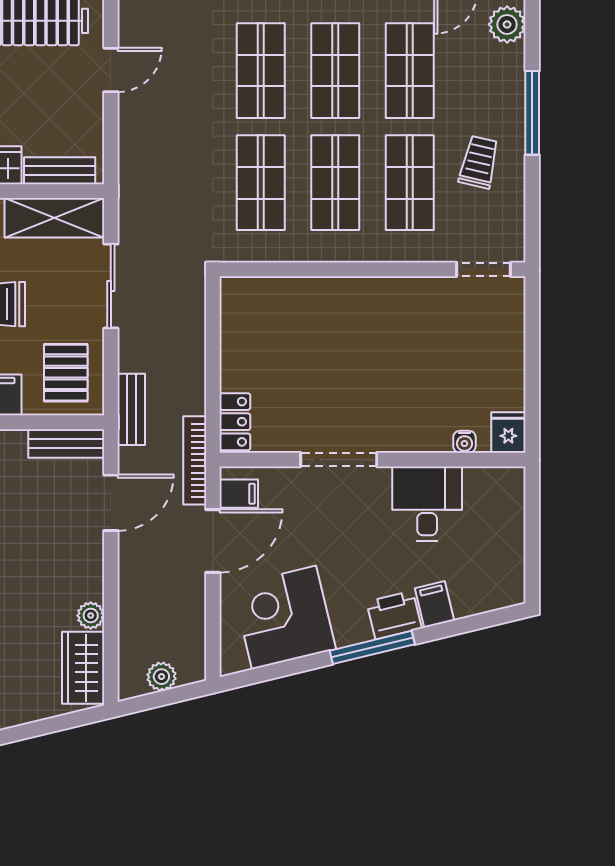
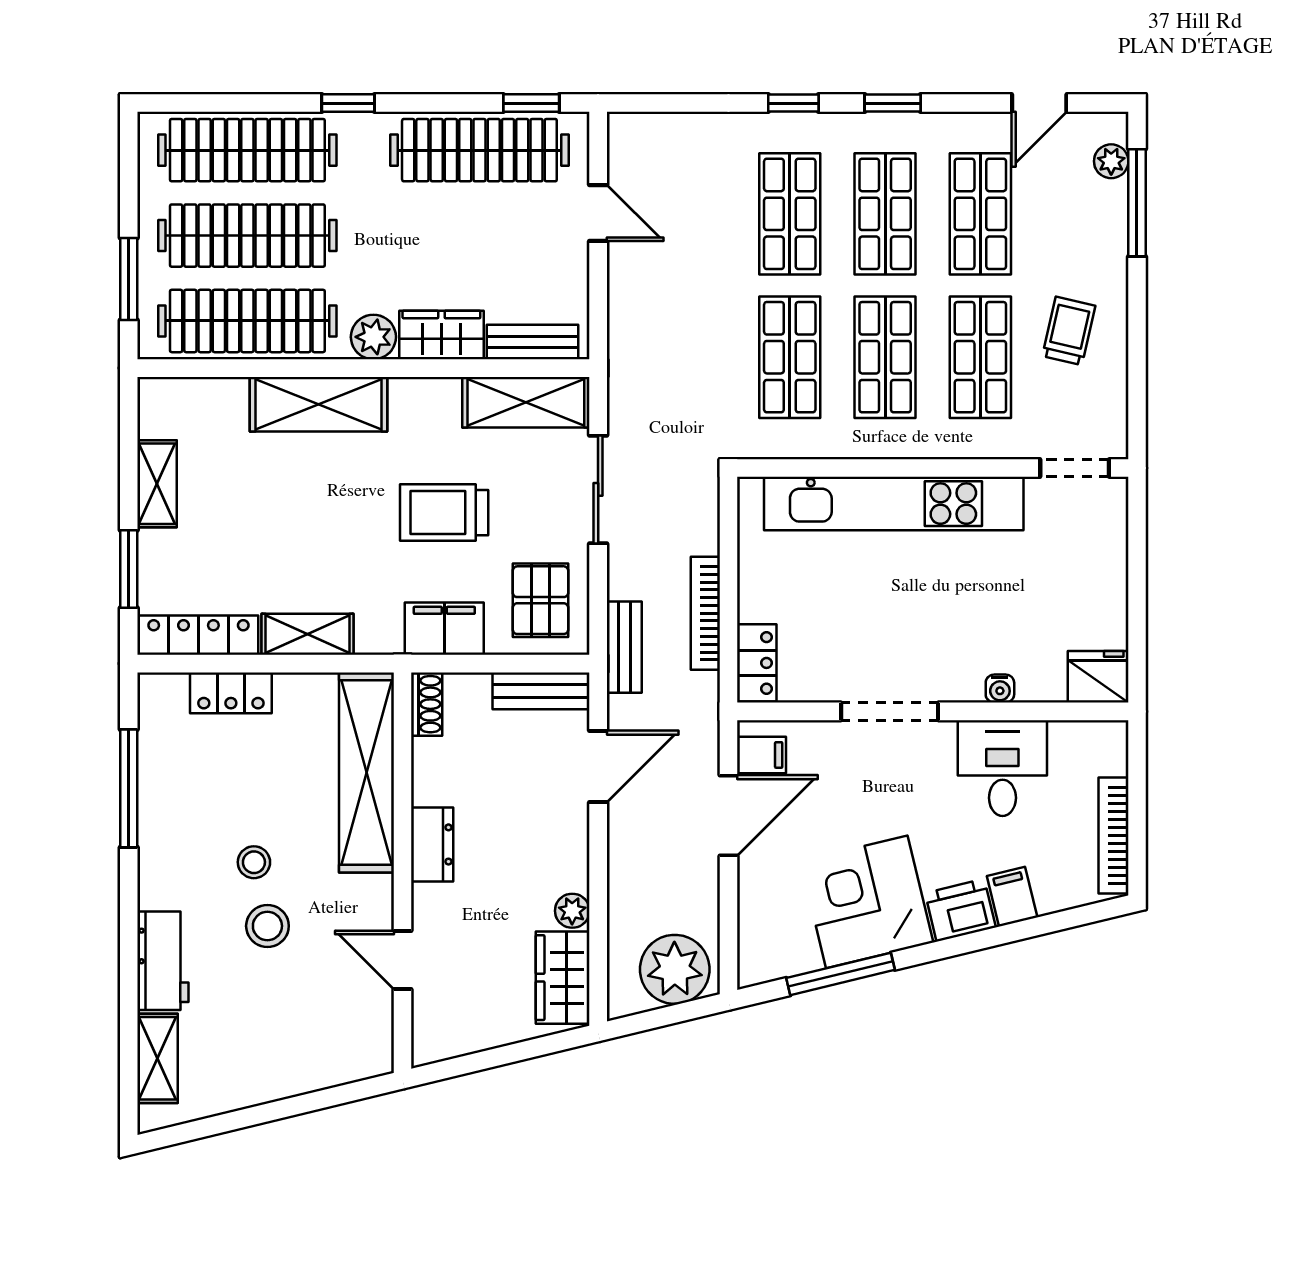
plant: (507, 24) -> (1111, 161), width x0.73, depth x0.73
door: (111, 70) -> (598, 213), hinge flipped
window: (532, 113) -> (1137, 203), moved
kitchen unit: (342, 297) -> (894, 504), added
fridge: (508, 433) -> (1098, 677), width x1.38
water cooler: (464, 442) -> (1000, 689), moved
bookcase: (195, 460) -> (705, 613), moved
bookcase: (514, 557) -> (1113, 835), added
corner desk: (284, 617) -> (867, 902), moved
window: (372, 647) -> (840, 974), moved
plant: (161, 677) -> (675, 969), width x1.88, depth x1.88

